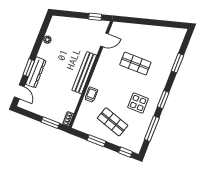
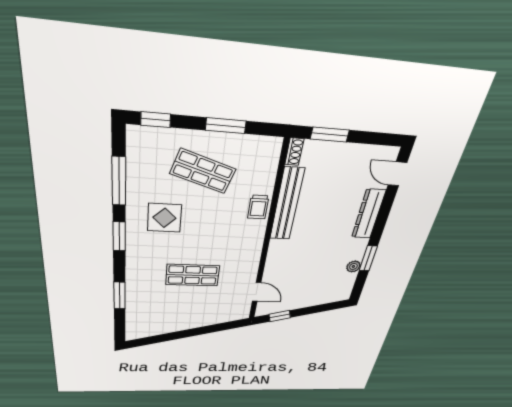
door: (104, 40) -> (257, 292), swing flipped
window: (29, 68) -> (368, 258), moved
bench: (84, 73) -> (287, 204), moved

